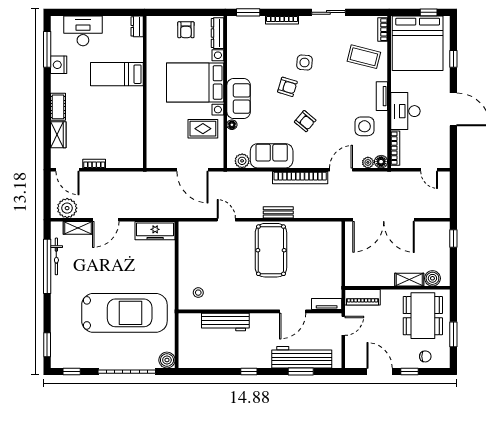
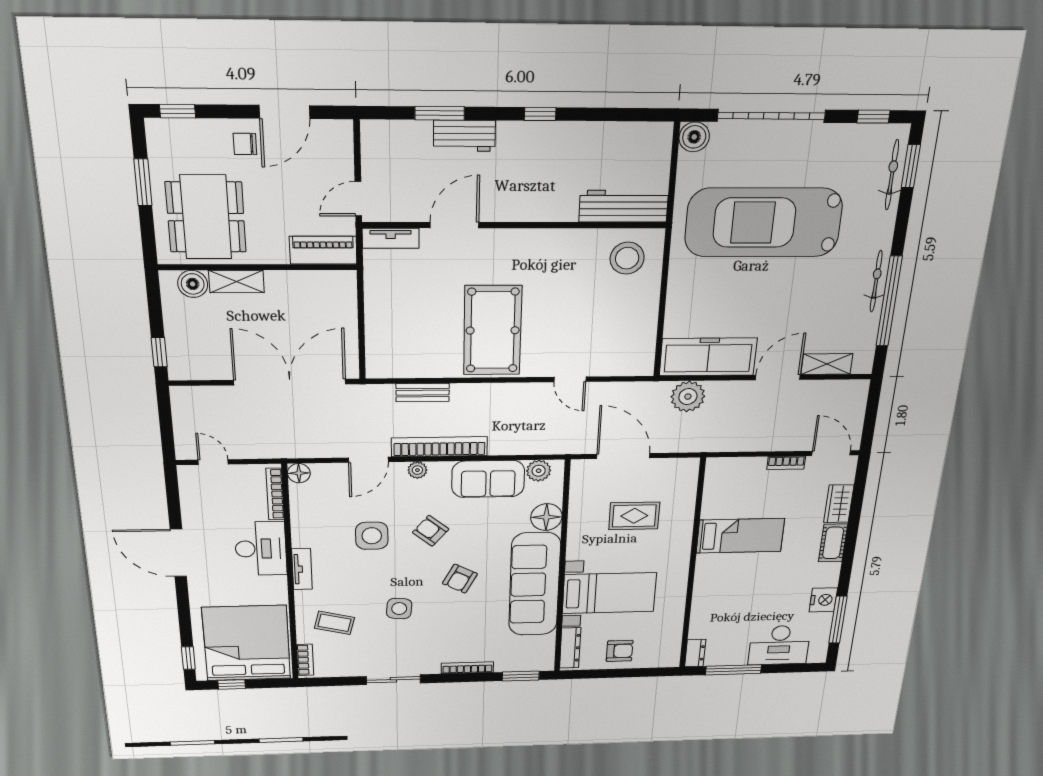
window: (111, 12) -> (733, 670), added
armchair: (186, 30) -> (620, 651), turned 90
coffee table: (364, 57) -> (334, 623), width x0.73, depth x0.77
window: (453, 59) -> (188, 658), moved
side table: (305, 62) -> (399, 609), moved
bed: (117, 74) -> (740, 536), moved
bed with nightstands: (195, 82) -> (609, 593), width x0.73
armchair: (287, 87) -> (460, 579), turned -79
sofa: (239, 99) -> (534, 584), width x1.85, depth x1.27
floor lamp: (232, 125) -> (546, 517), width x1.89, depth x1.89
side table: (364, 126) -> (372, 536), moved
rug: (203, 129) -> (634, 516), moved
plant: (368, 162) -> (417, 470), moved
plant: (67, 208) -> (688, 397), moved
bench: (278, 212) -> (423, 393), moved
freezer: (155, 231) -> (708, 357), width x1.36, depth x1.26
bicycle: (56, 256) -> (876, 281), moved
stool: (198, 293) -> (627, 258), width x1.89, depth x1.89
workbench: (225, 322) -> (624, 206), moved
bicycle: (57, 340) -> (892, 175), added
chair: (425, 356) -> (245, 144), moved
workbench: (302, 357) -> (464, 136), width x0.53, depth x0.76
door: (380, 372) -> (284, 112), hinge flipped
window: (410, 372) -> (178, 111), moved

